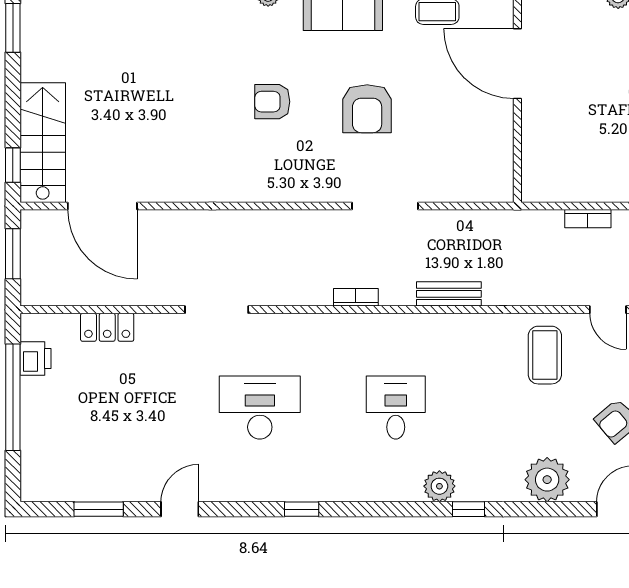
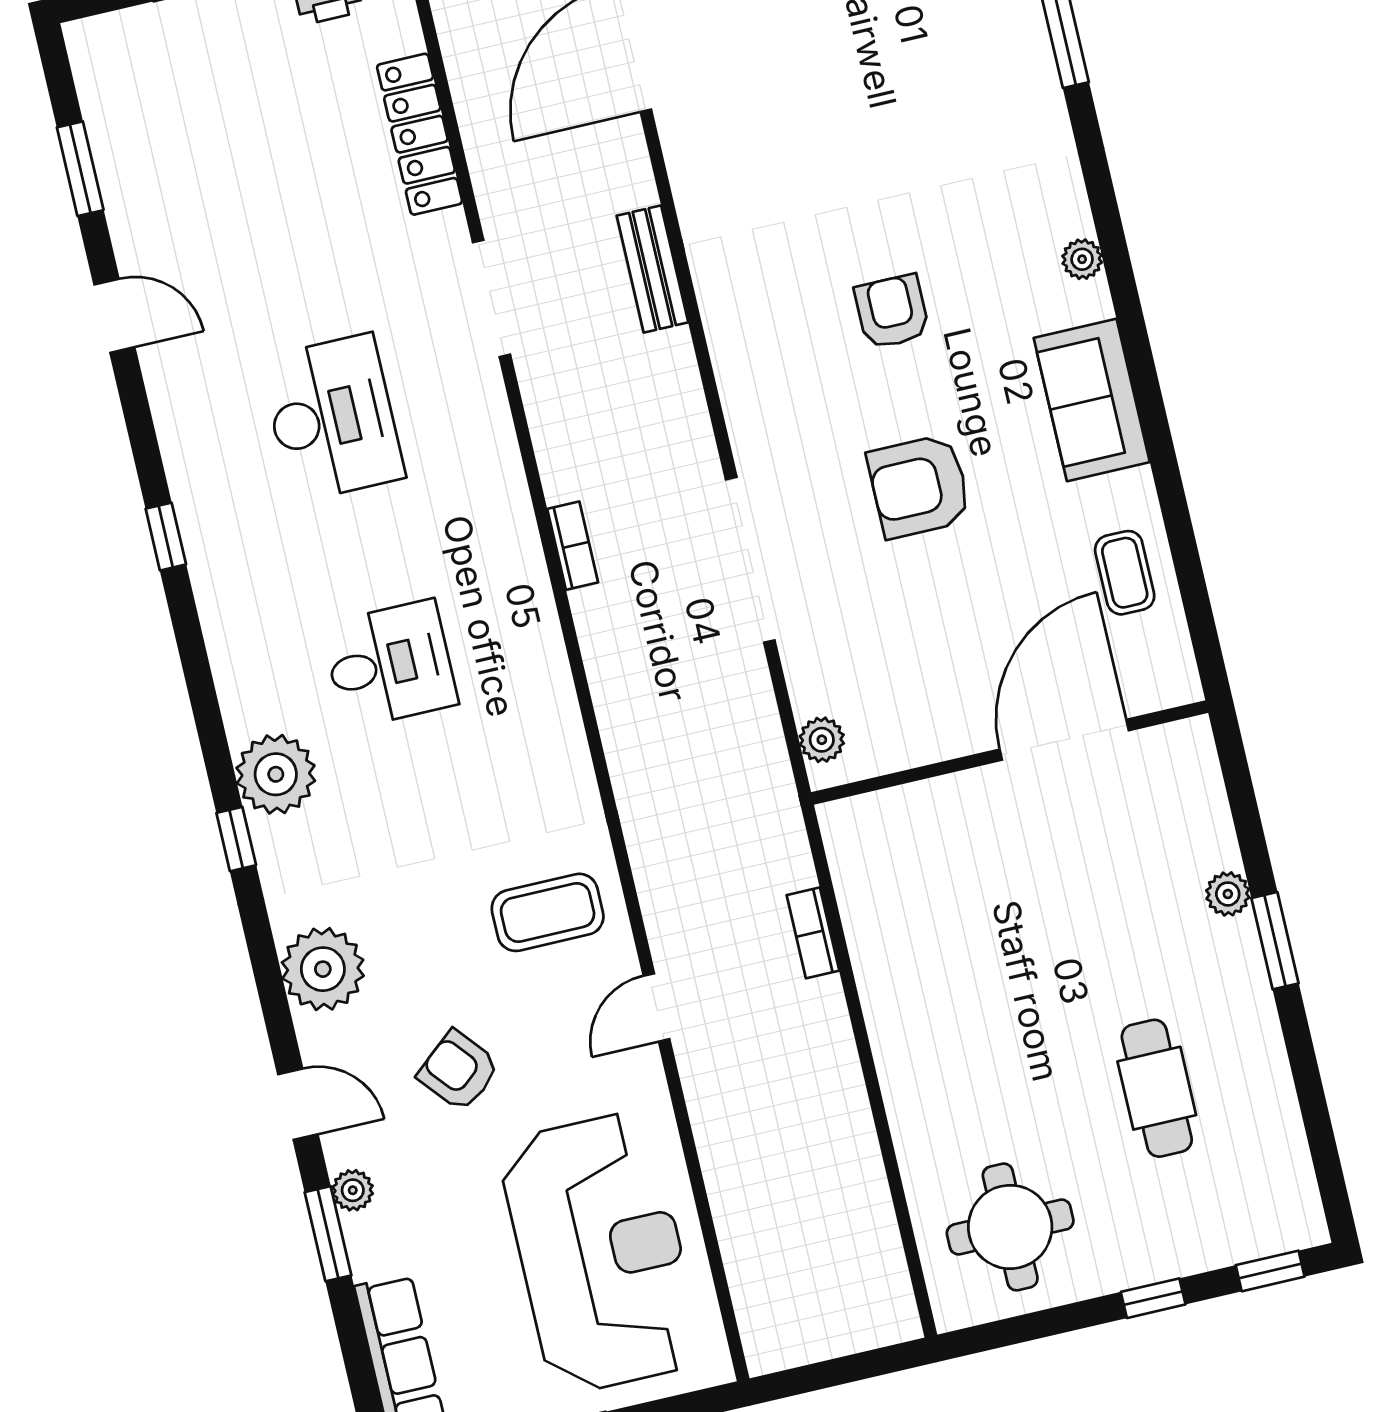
plant: (488, 191) -> (822, 740), added
doorway: (385, 206) -> (750, 560), width x1.36
bench: (449, 294) -> (652, 269), moved
locker: (107, 327) -> (420, 134), width x1.53
plant: (439, 486) -> (276, 774), width x1.36, depth x1.36

